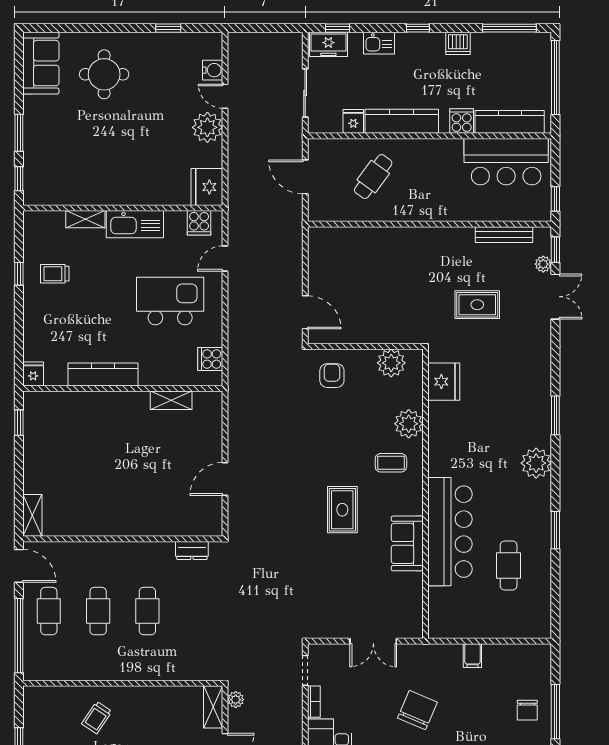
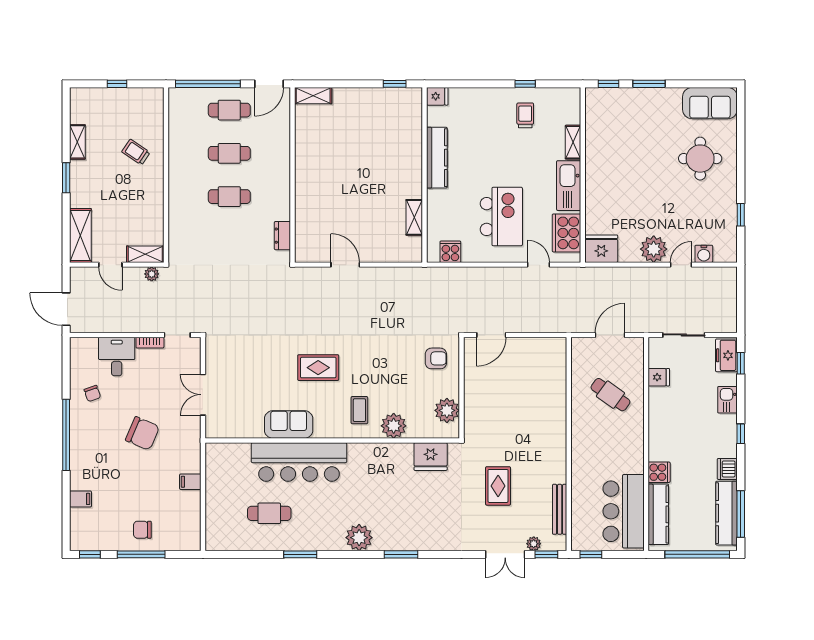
kitchen counter: (402, 121) -> (727, 513), moved, turned 180
cooker: (199, 223) -> (567, 233), width x1.87, depth x1.31

